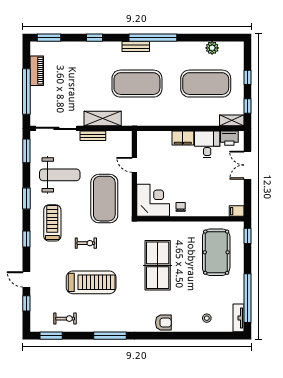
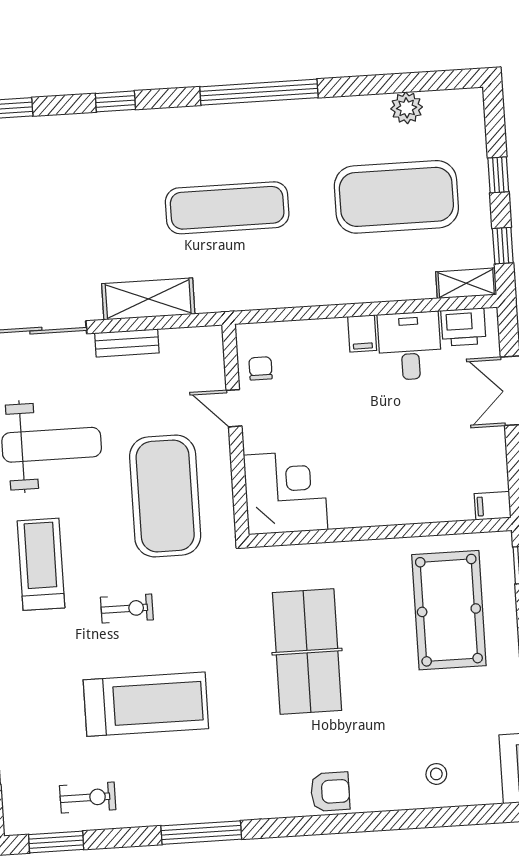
bench: (136, 47) -> (218, 117), removed
exercise mat: (137, 84) -> (227, 208), width x0.68
filing cabinet: (183, 138) -> (362, 334), width x0.50
chair: (181, 207) -> (261, 368), moved

